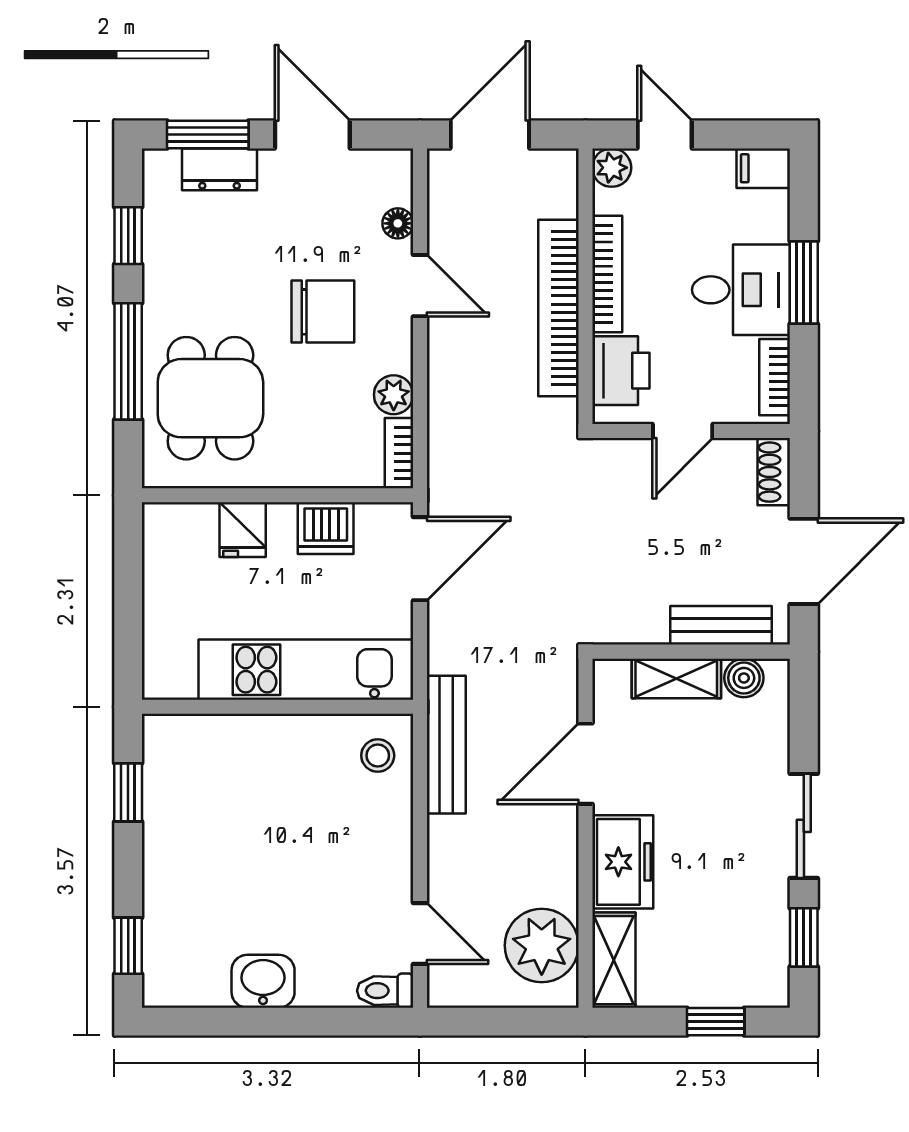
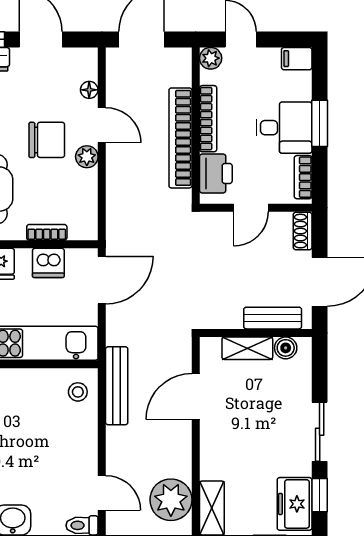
plant: (394, 395) -> (87, 157), moved
bookcase: (399, 453) -> (47, 232), moved, turned 90
freezer: (623, 862) -> (295, 504), moved, turned 180

